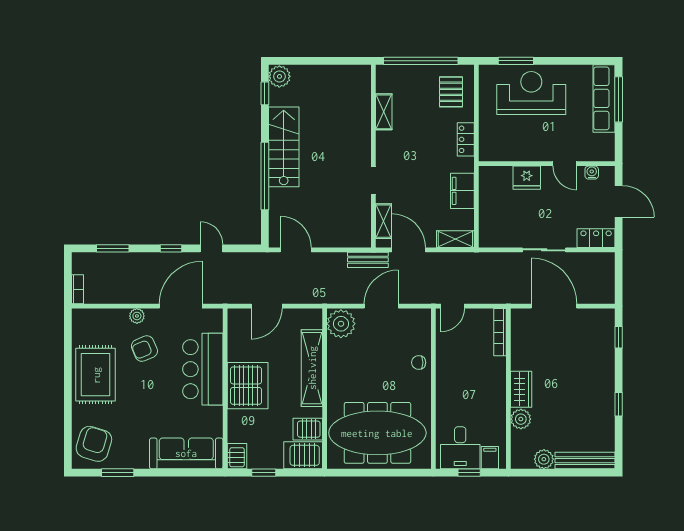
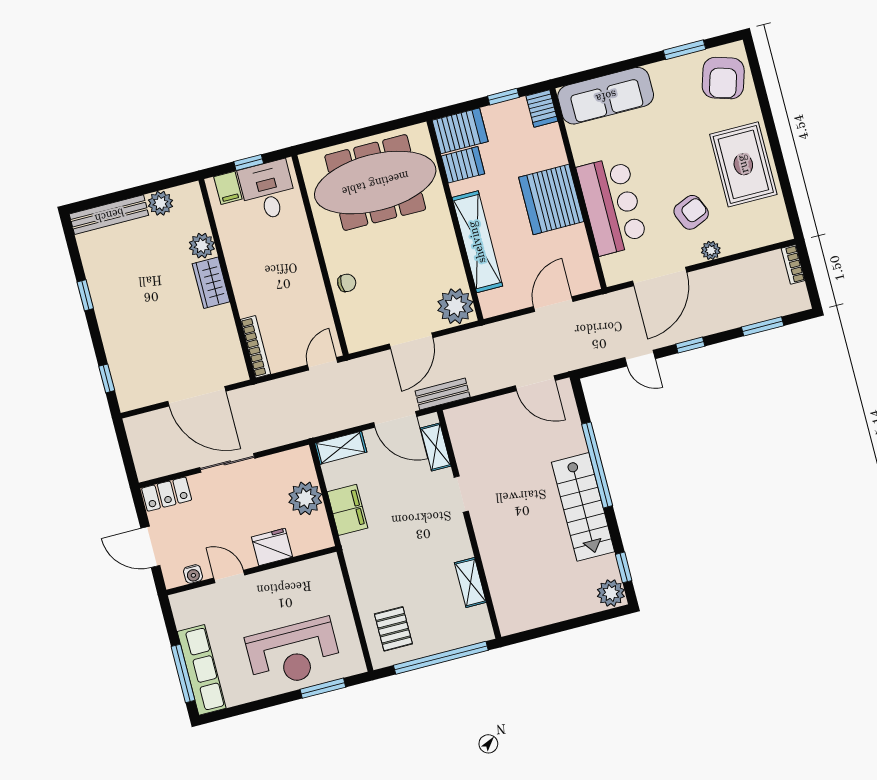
locker: (466, 139) -> (360, 575), removed
plant: (492, 208) -> (305, 498), added

